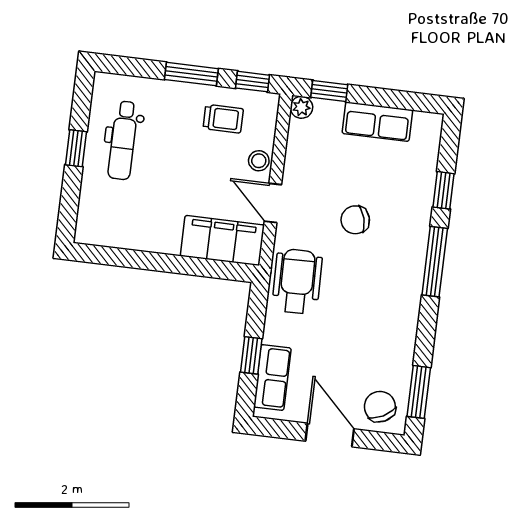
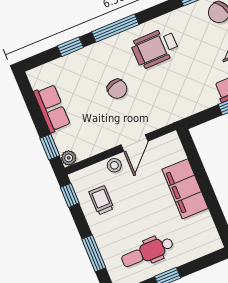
window: (191, 74) -> (94, 253), moved
dental chair: (123, 140) -> (147, 252), turned 180
filing cabinet: (222, 240) -> (185, 189), moved
wheelchair: (297, 281) -> (155, 48), moved

